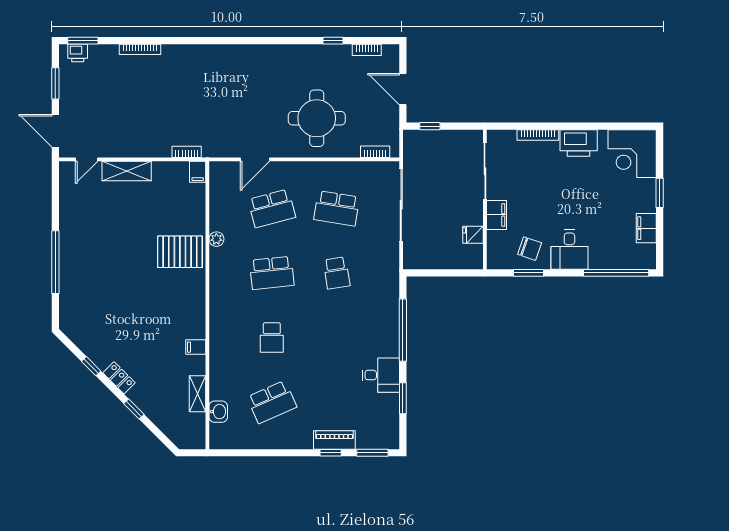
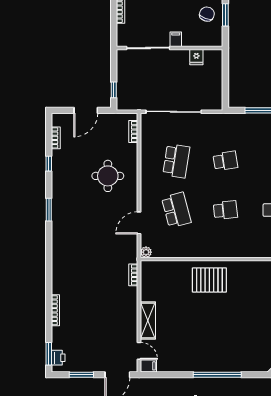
window: (272, 41) -> (49, 210), added
round table: (317, 118) -> (108, 176), width x0.73, depth x0.73
door: (255, 159) -> (139, 223), swing flipped
filing cabinet: (198, 172) -> (148, 366), moved
filing cabinet: (497, 215) -> (176, 39), width x0.50
plant: (216, 239) -> (146, 252), moved
pallet: (180, 252) -> (209, 280), turned 90
school desk: (272, 273) -> (225, 210), width x0.54

